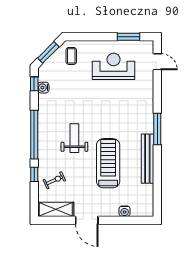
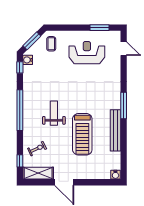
water cooler: (43, 88) -> (28, 60), moved
treadmill: (108, 163) -> (82, 134), turned 180
window: (34, 174) -> (20, 161), moved
water cooler: (125, 211) -> (115, 175), moved

